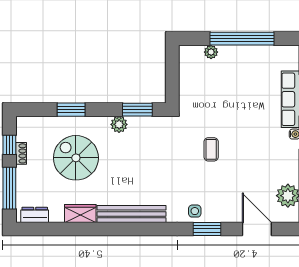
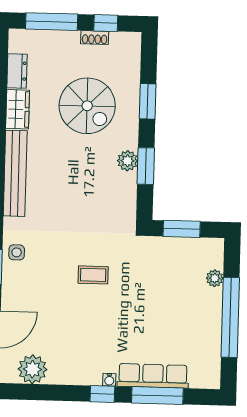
window: (172, 80) -> (182, 229), added
window: (137, 110) -> (146, 166), moved
spiral stairs: (76, 158) -> (87, 106), turned 90
dresser: (35, 215) -> (17, 71), moved

